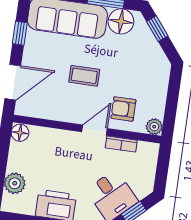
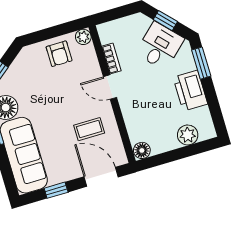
coffee table: (84, 76) -> (89, 129), moved, turned 90
armchair: (123, 109) -> (59, 54), moved

